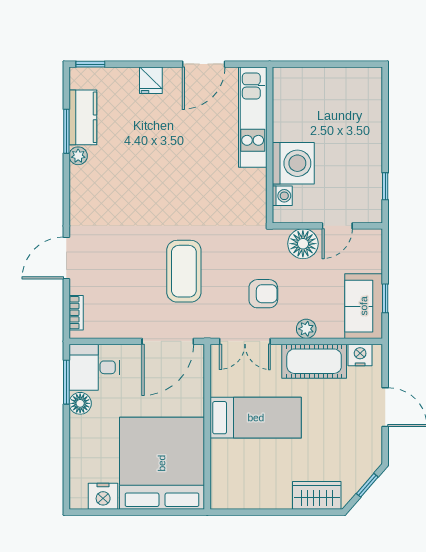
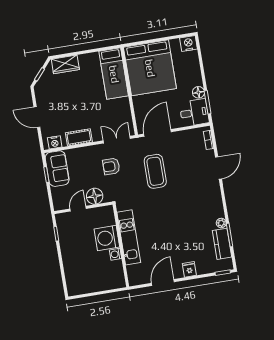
kitchen unit: (253, 117) -> (129, 237), moved
washing machine: (282, 196) -> (115, 254), moved
plant: (306, 329) -> (85, 152), removed
cot: (314, 361) -> (79, 137), width x0.73, depth x0.75
bed: (256, 418) -> (114, 74), moved, turned -90
nightstand: (103, 496) -> (188, 44), moved

